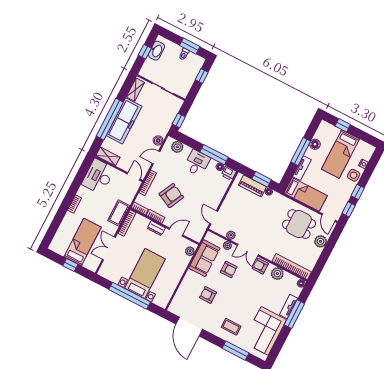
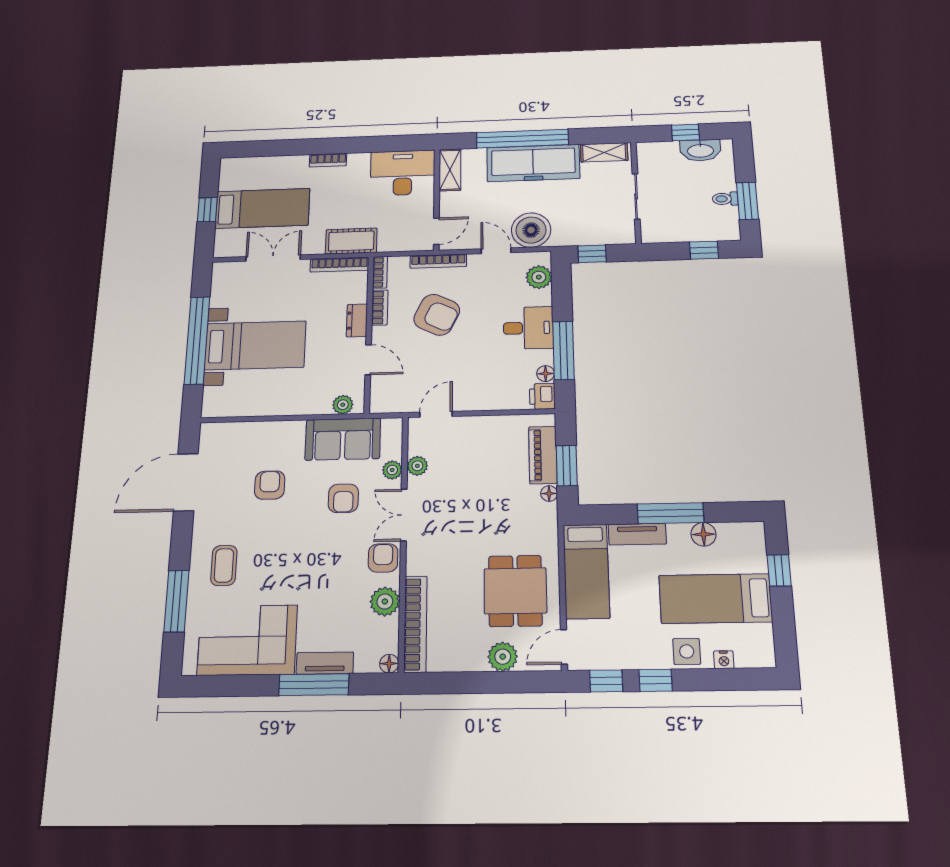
boiler: (158, 140) -> (531, 230), width x1.86, depth x1.86

